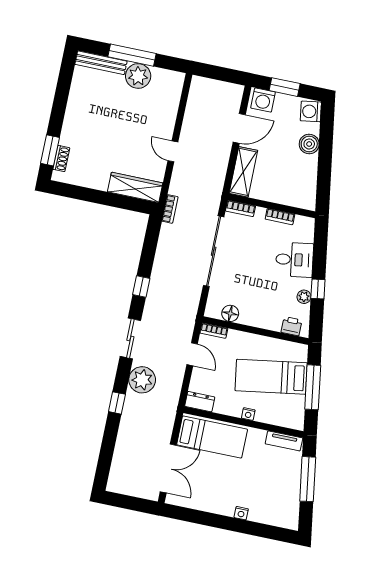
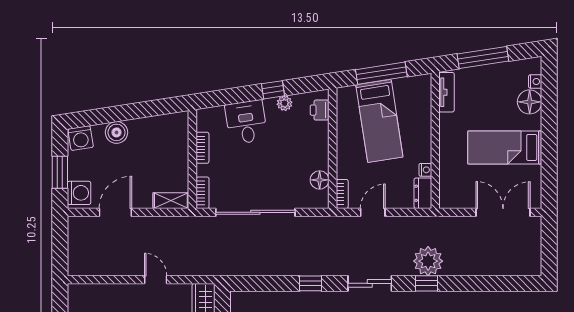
door: (239, 128) -> (115, 212), hinge flipped
door: (173, 151) -> (156, 280), swing flipped
shelving: (243, 172) -> (171, 201), width x0.67, depth x0.75
bookcase: (170, 209) -> (219, 270), removed
plant: (142, 380) -> (428, 261), moved
window: (117, 403) -> (427, 283), moved
nightstand: (248, 414) -> (425, 170), moved
bed: (212, 437) -> (505, 147), moved, turned -90
floor lamp: (260, 512) -> (530, 102), added
nightstand: (241, 513) -> (535, 81), moved

